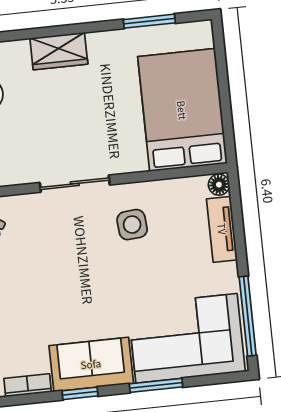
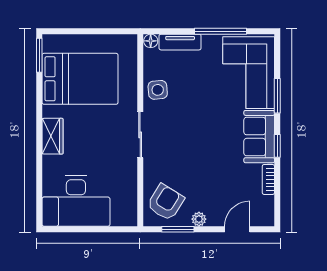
window: (149, 21) -> (39, 55), moved
bed: (182, 110) -> (80, 79), moved, turned 180
side table: (132, 225) -> (158, 90), moved
window: (248, 316) -> (220, 31), moved

